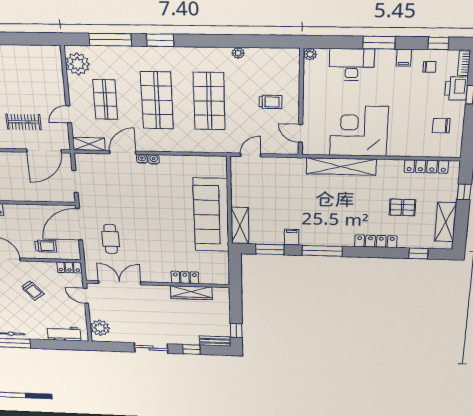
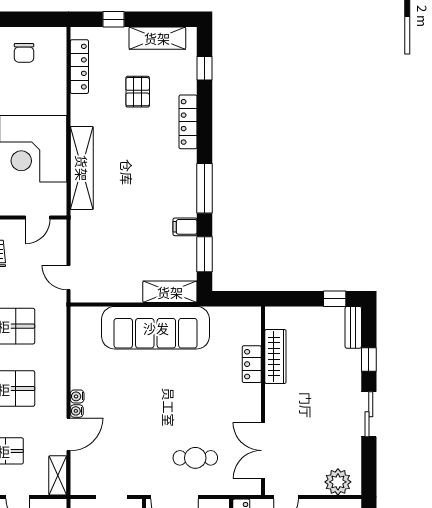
door: (123, 152) -> (69, 434), swing flipped

